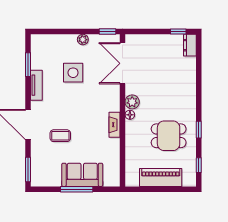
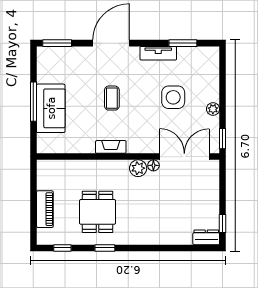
floor lamp: (130, 115) -> (153, 165), moved
coffee table: (60, 136) -> (112, 98), moved
piano: (161, 177) -> (45, 209), width x0.73, depth x0.75

